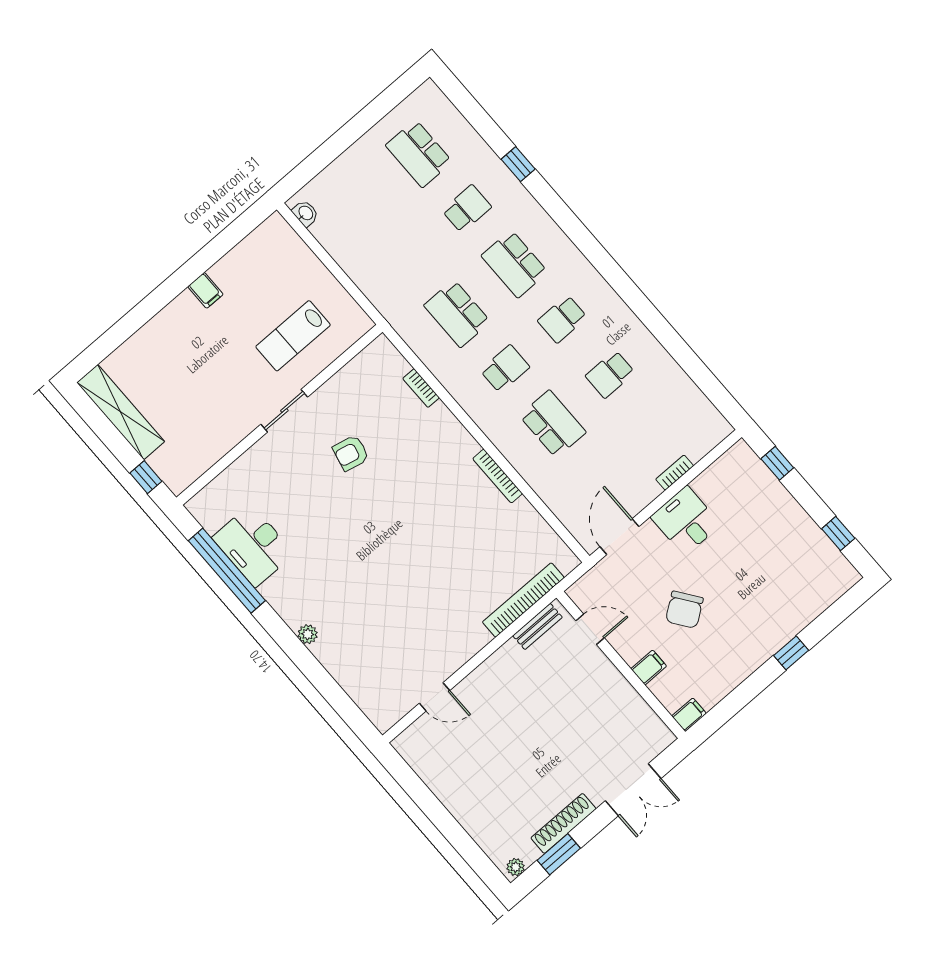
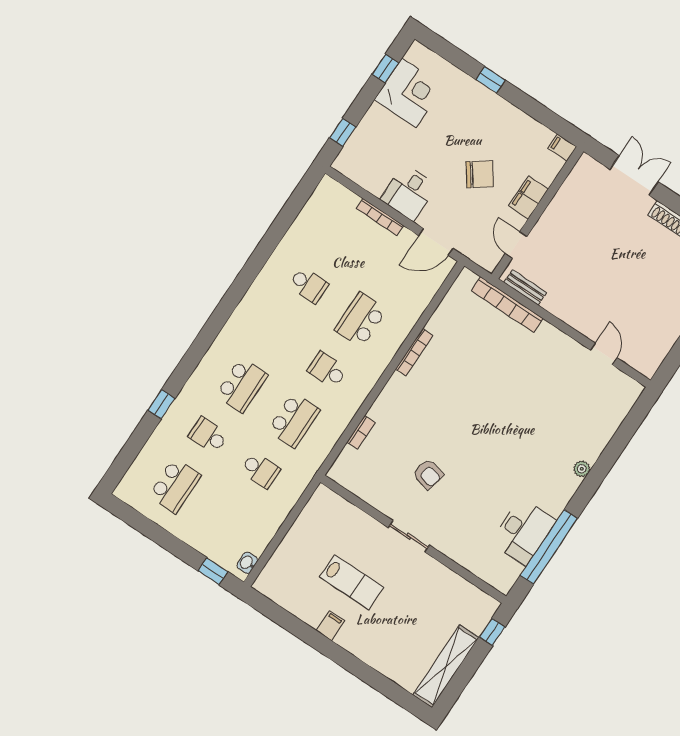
window: (307, 170) -> (213, 571), added
school desk: (562, 319) -> (260, 470), moved
lab bench: (293, 336) -> (352, 582), moved
bookcase: (675, 473) -> (380, 217), width x1.56
corner desk: (802, 553) -> (409, 93), added
filing cabinet: (649, 667) -> (528, 198), width x2.00

